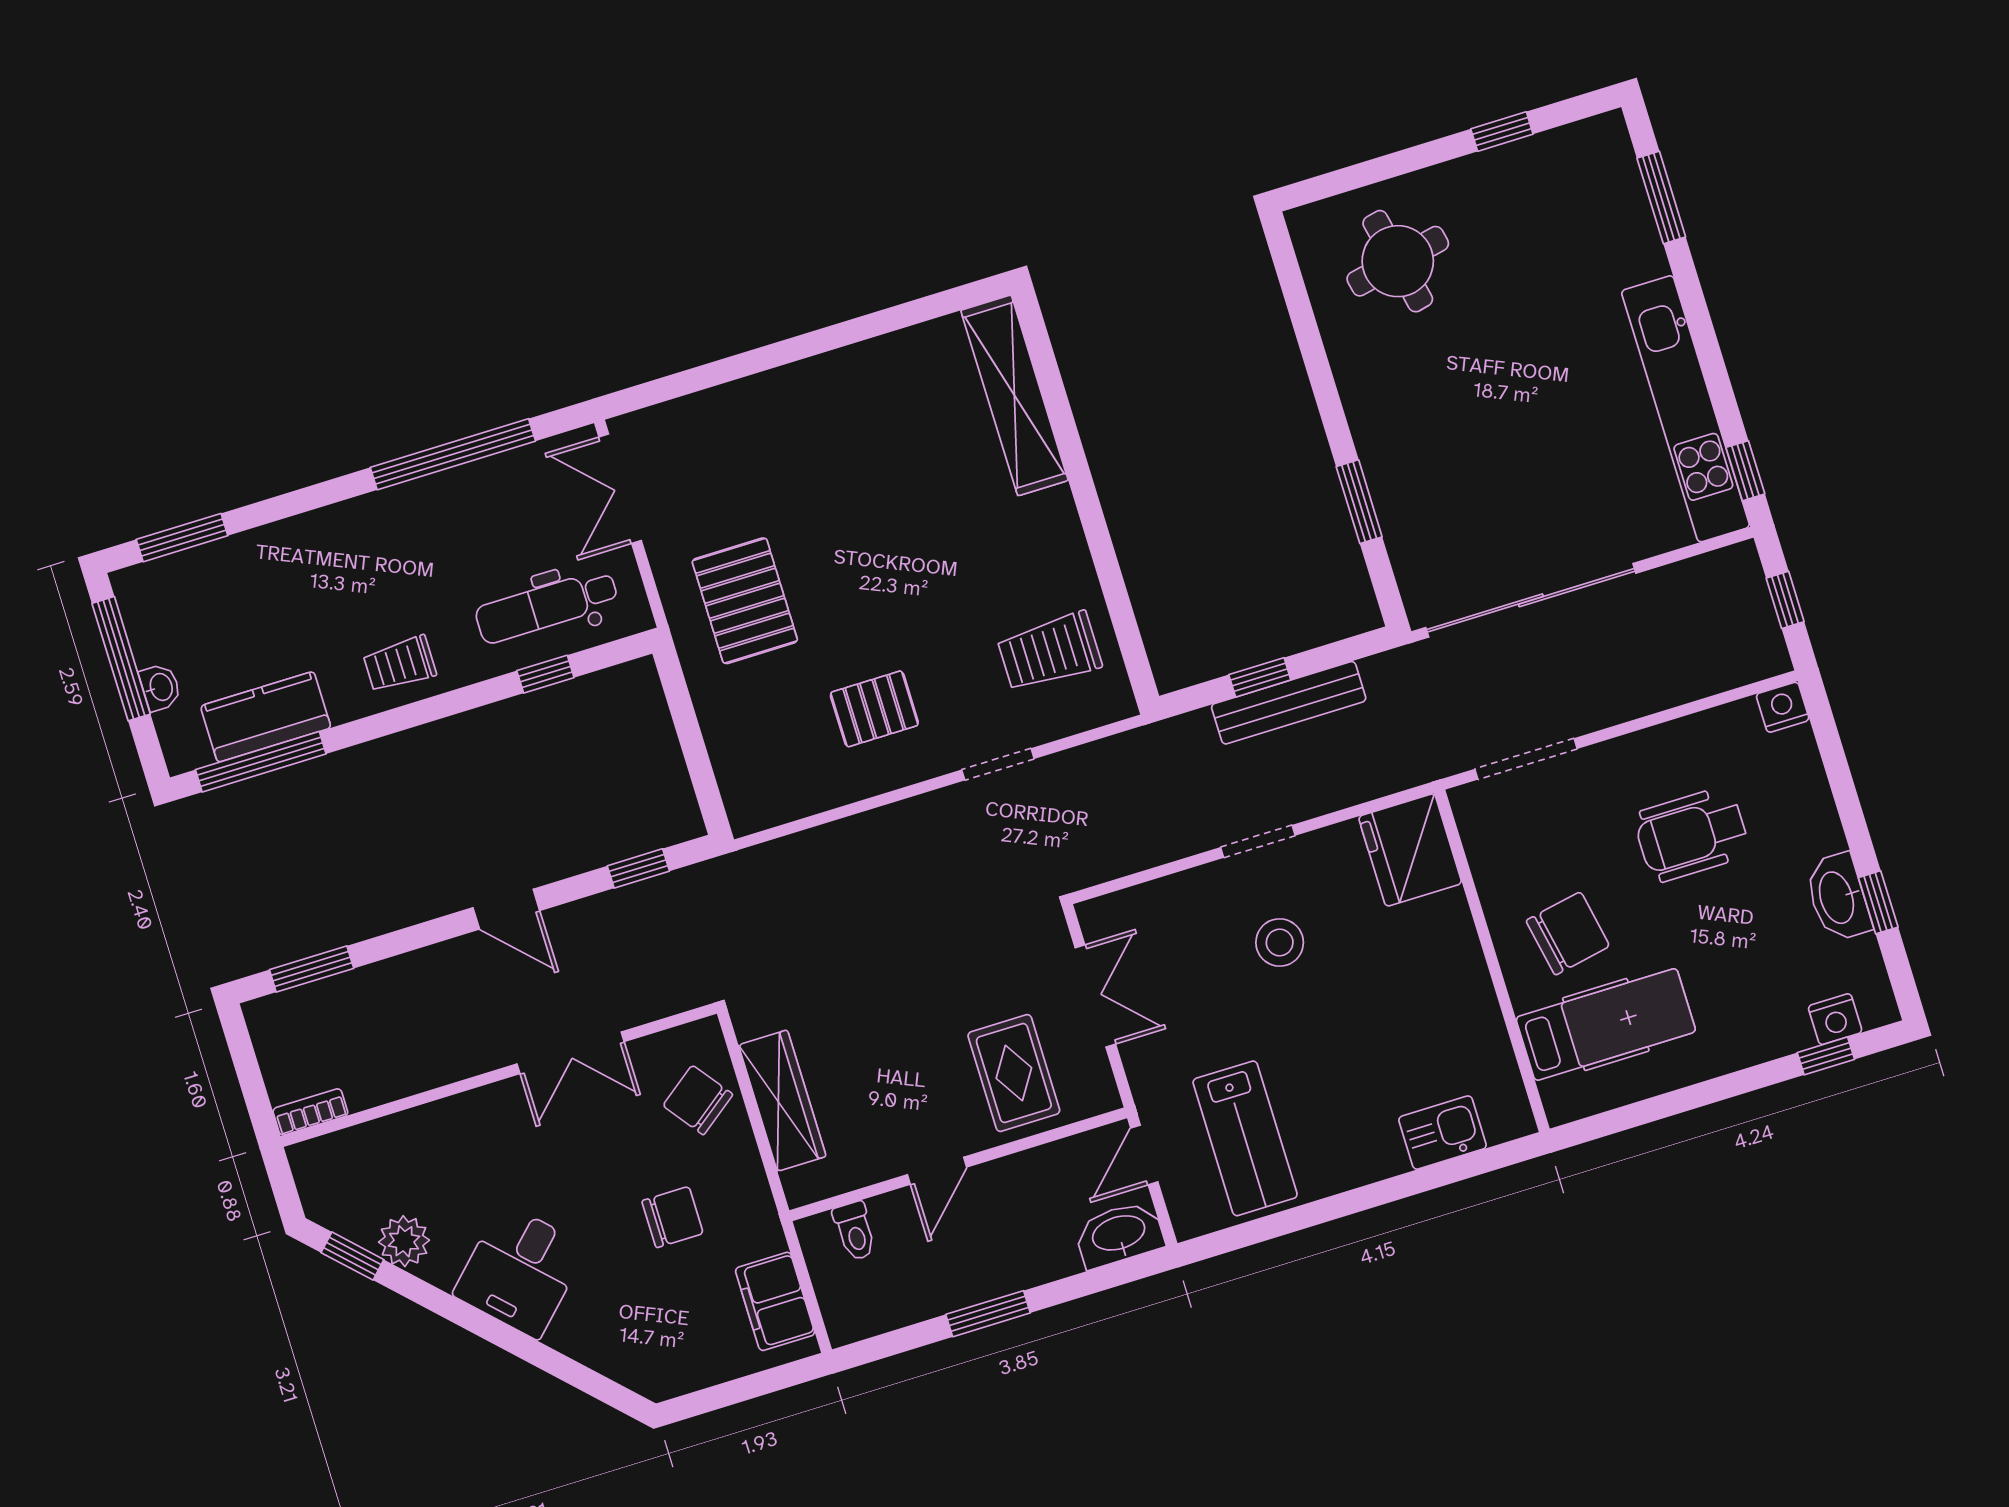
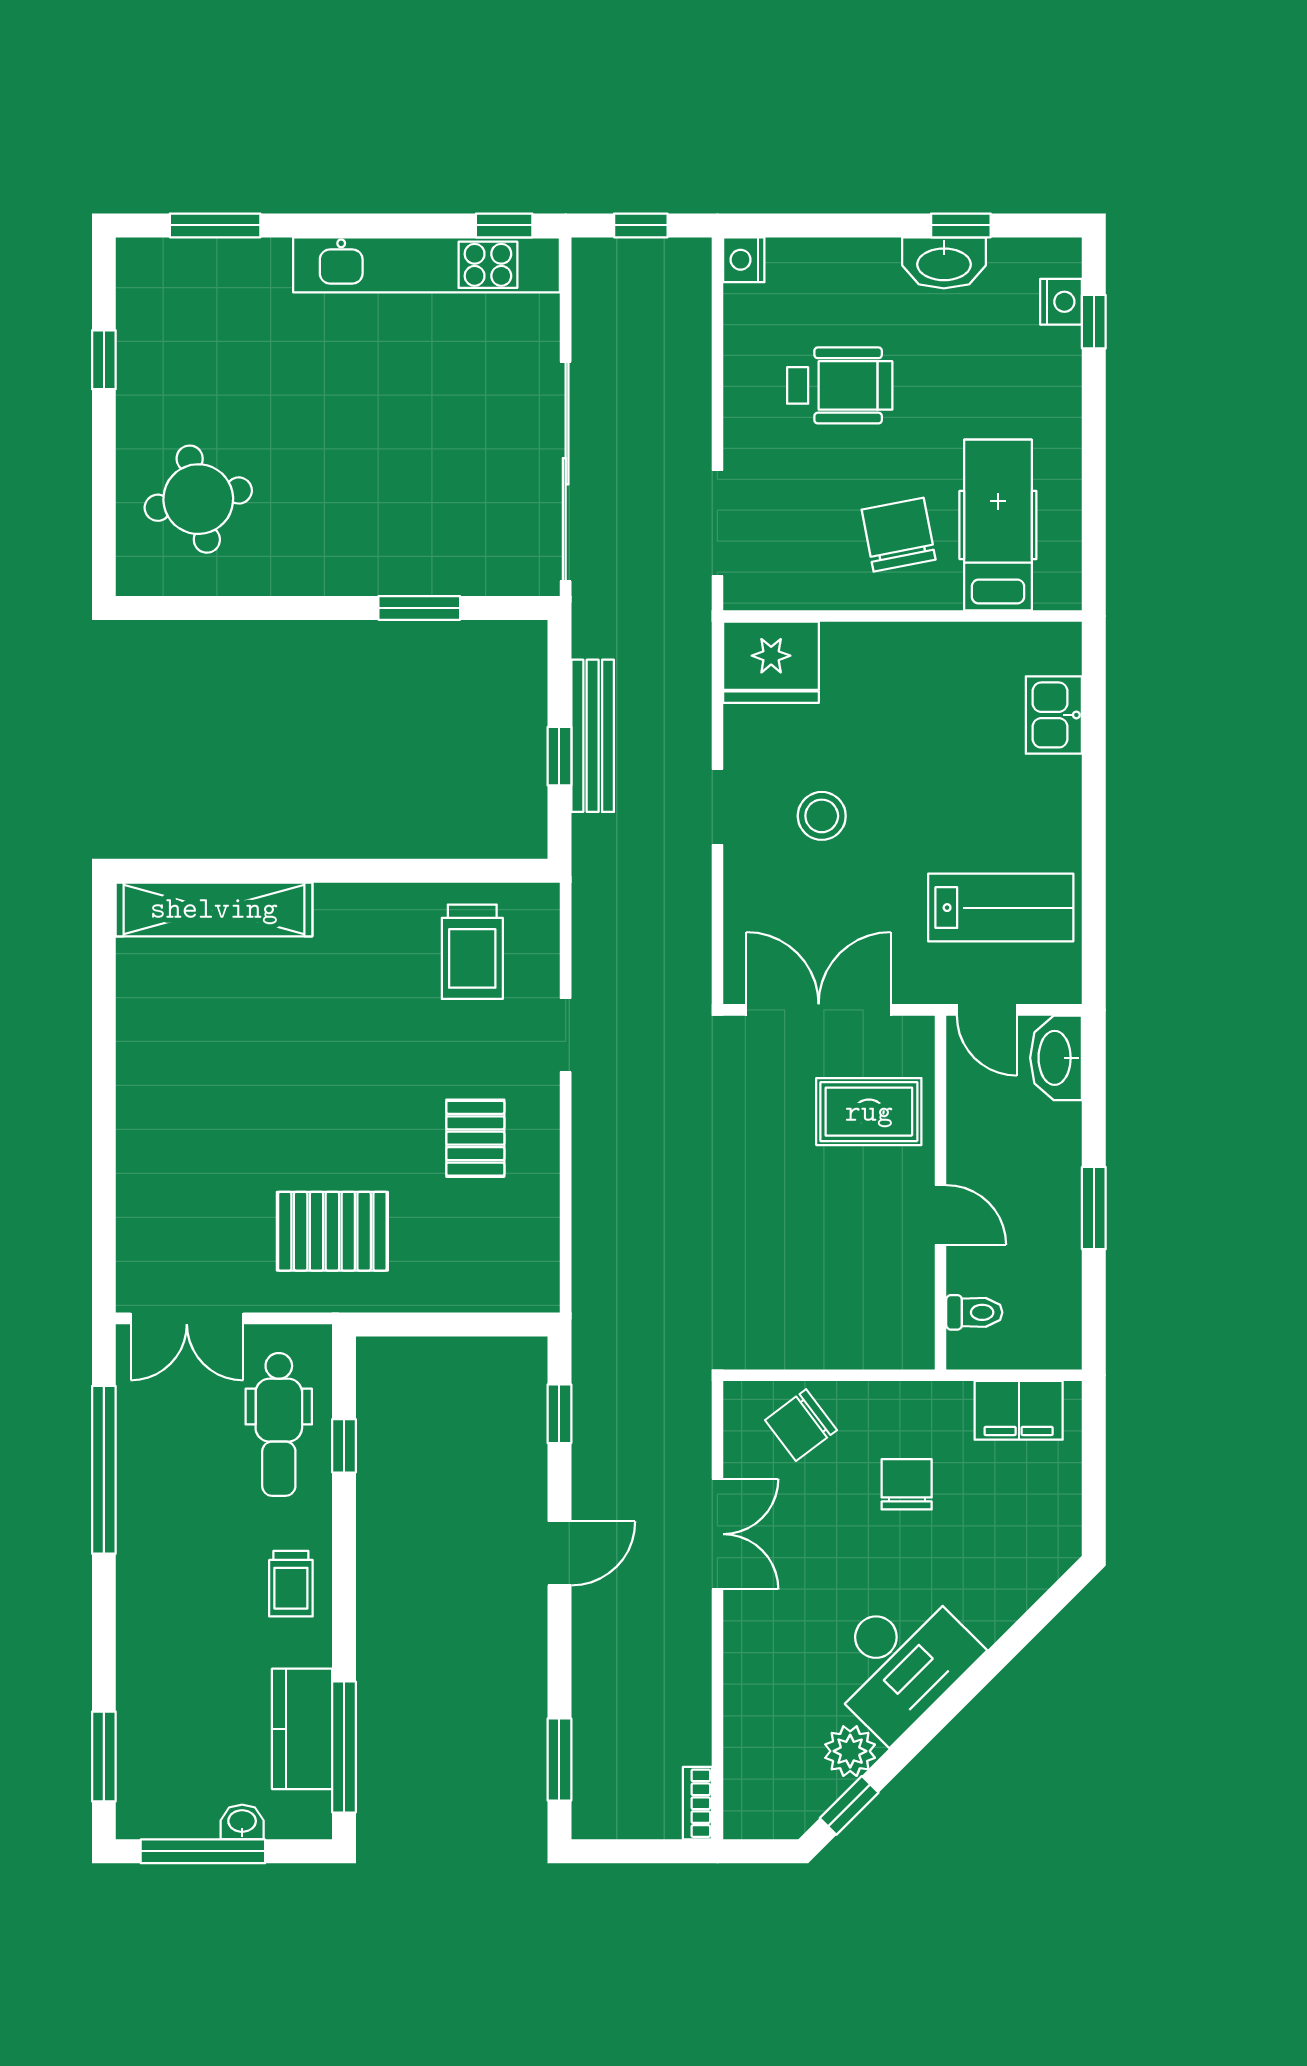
wheelchair: (1692, 834) -> (840, 385), turned -90
double door: (1095, 996) -> (819, 1010), width x1.37
wardrobe: (782, 1101) -> (827, 1344), removed
desk: (520, 1271) -> (900, 1661), width x1.37

